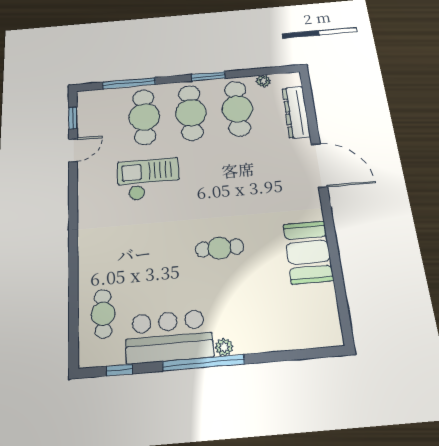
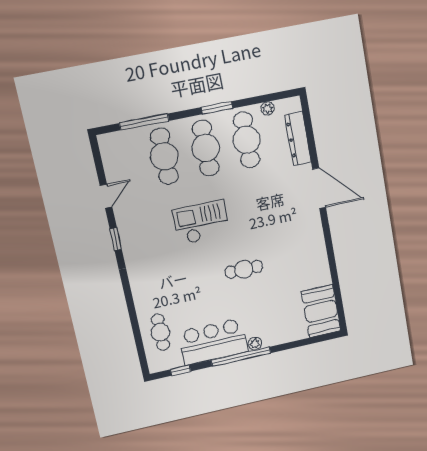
window: (73, 118) -> (116, 239), moved
checkout: (148, 179) -> (201, 222), moved
booth: (308, 252) -> (321, 311), moved

